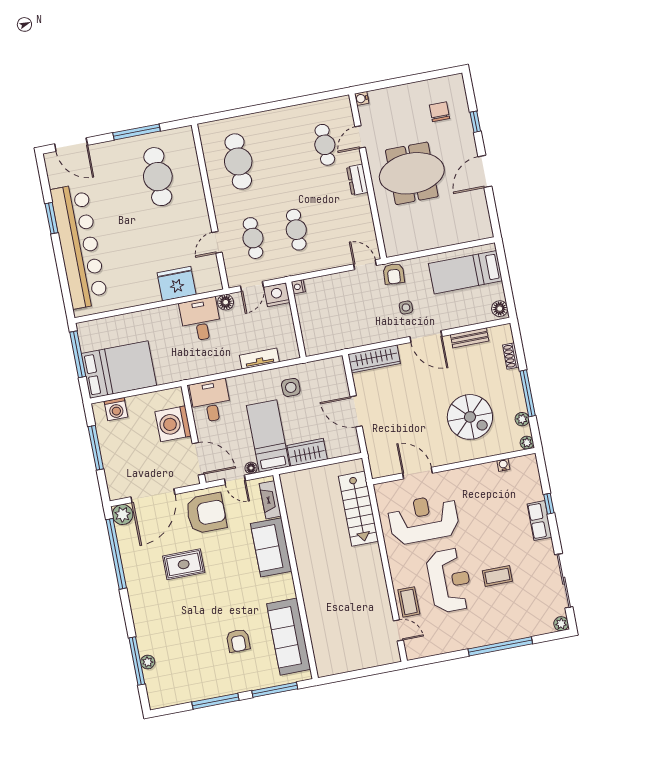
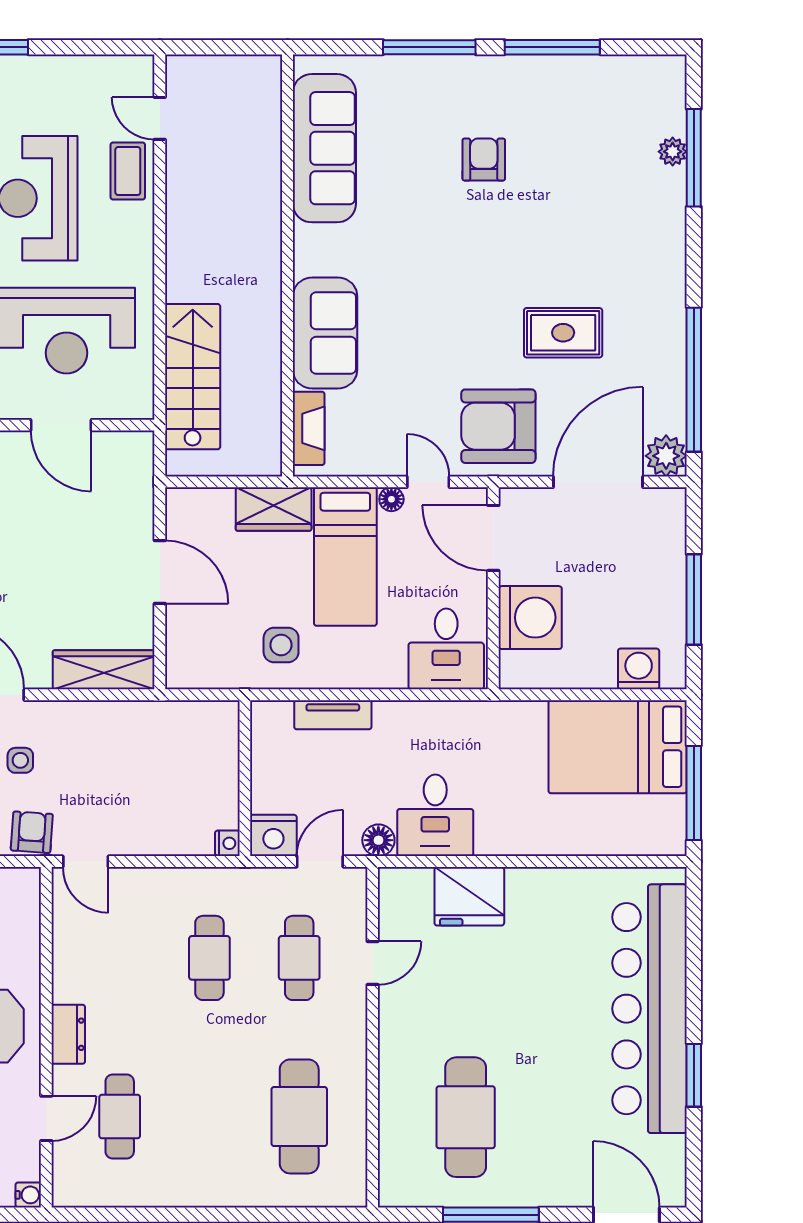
fireplace: (270, 500) -> (309, 428), moved
sofa: (271, 547) -> (325, 333), moved
wall: (296, 577) -> (287, 265), moved
sofa: (289, 637) -> (324, 148), moved

